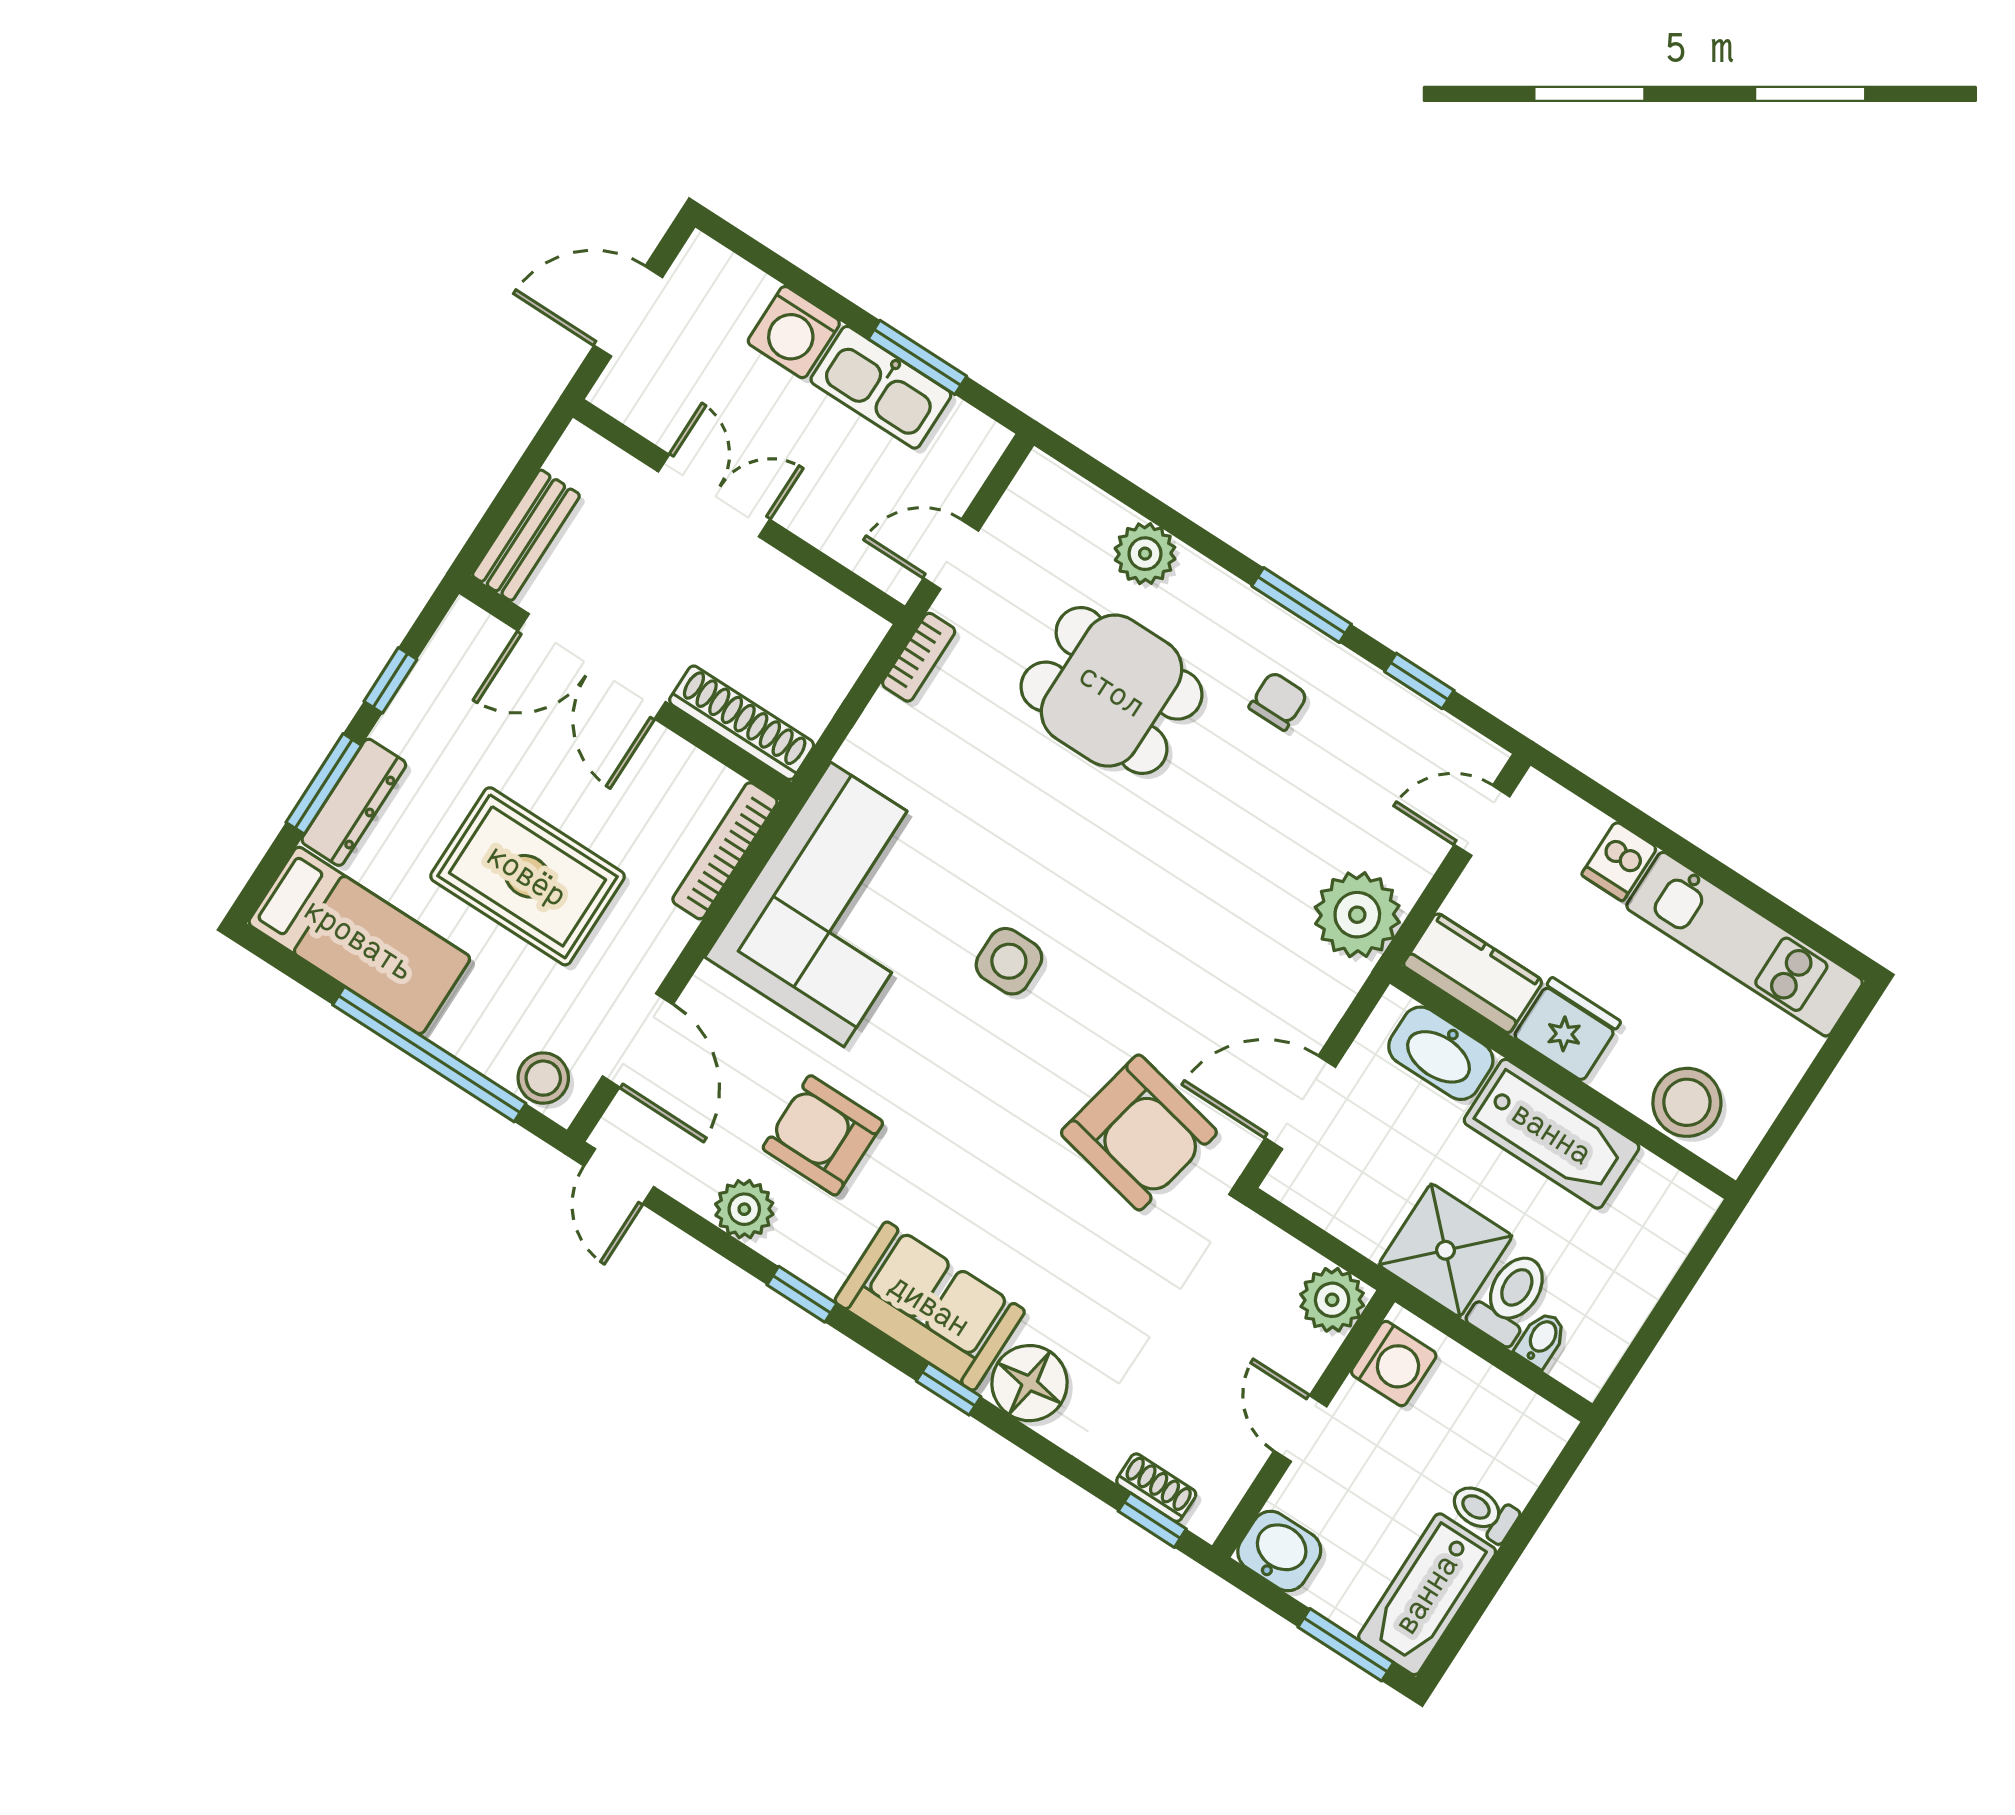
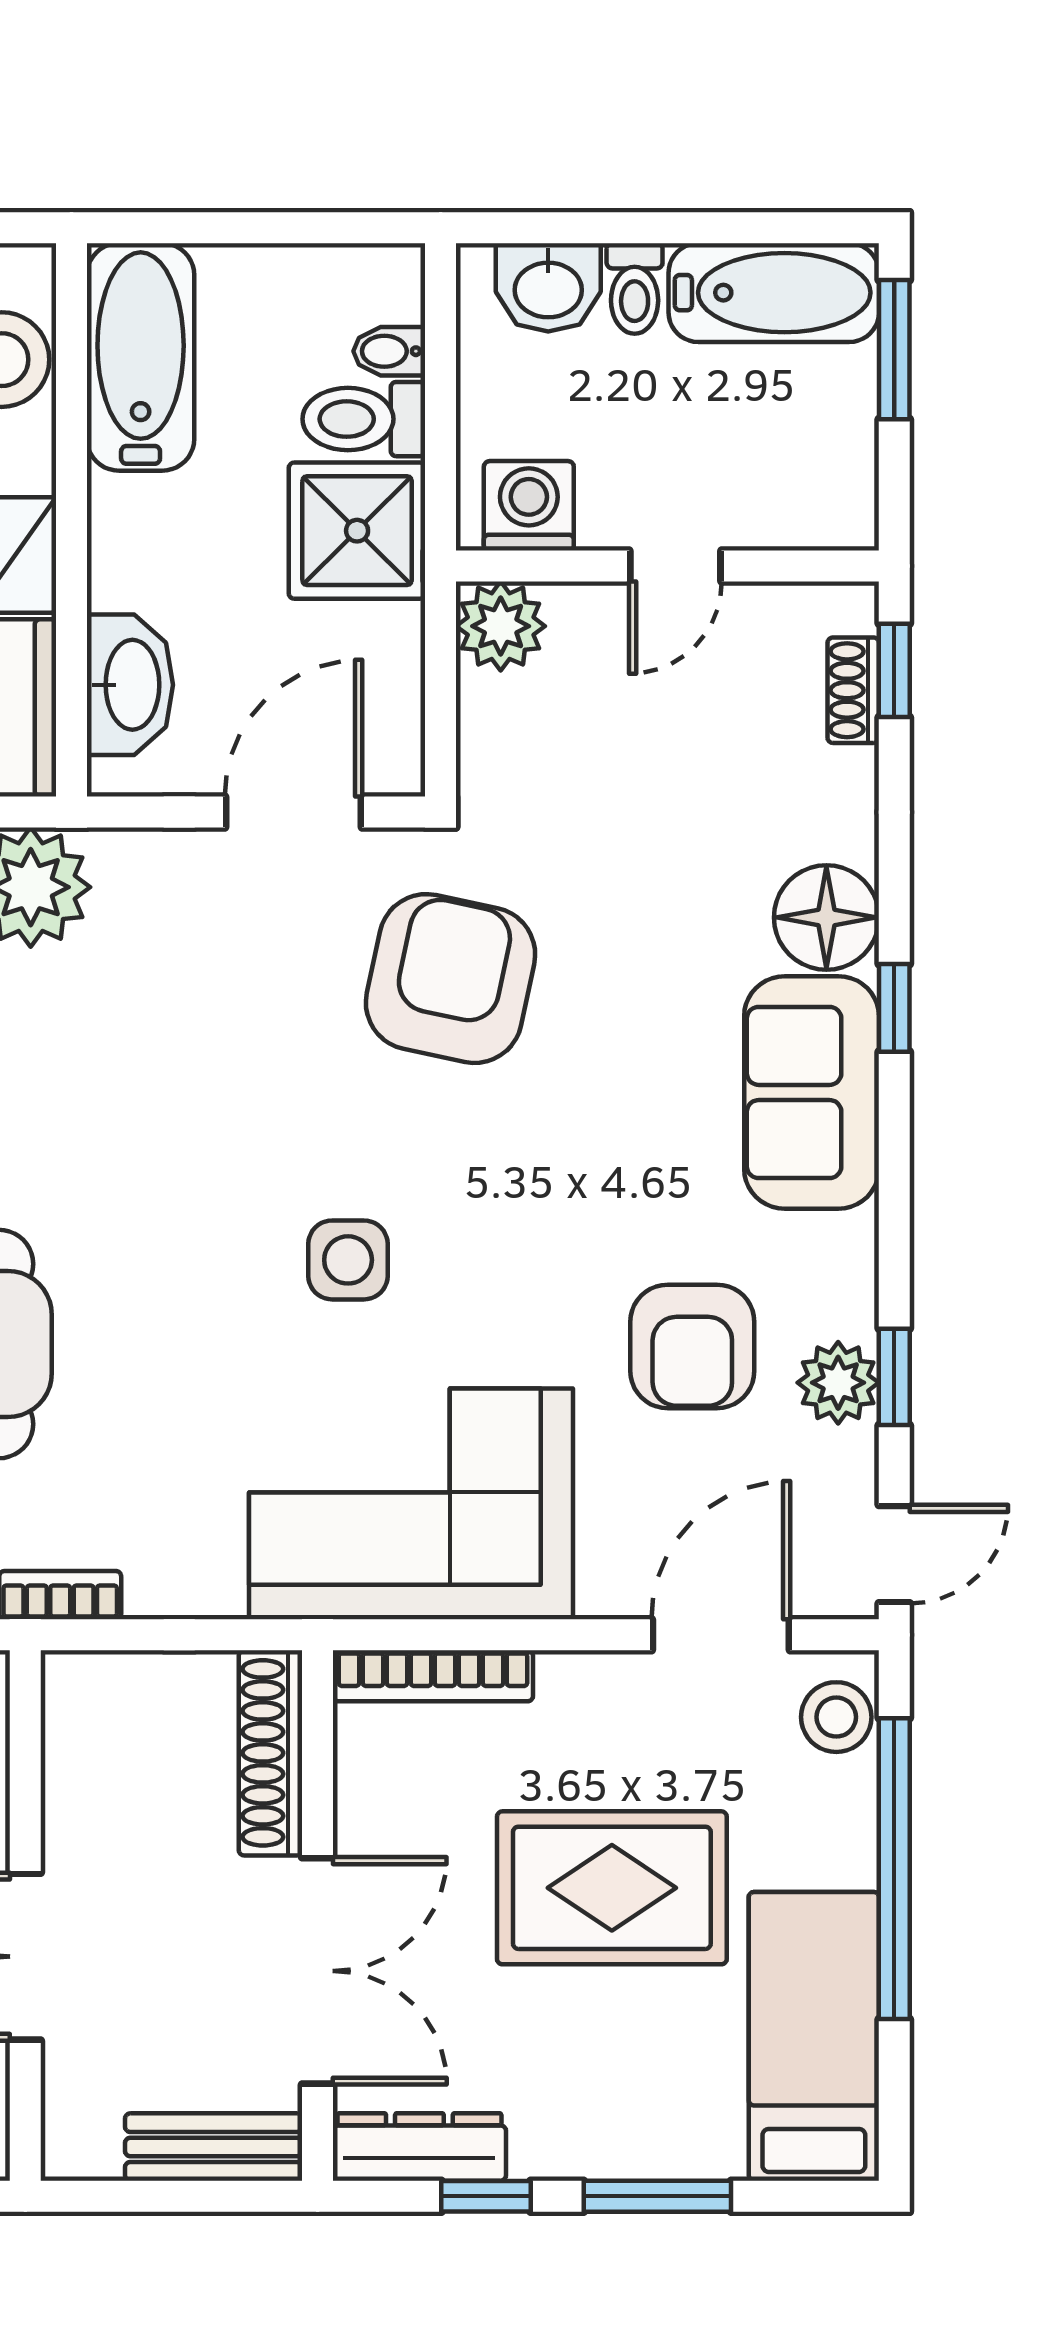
dresser: (354, 802) -> (419, 2147), moved
rug: (527, 876) -> (612, 1888), turned 90
door: (1300, 1102) -> (294, 812), swing flipped
bathtub: (1552, 1134) -> (141, 357), moved
window: (802, 1294) -> (894, 1377), moved
washbasin: (1279, 1551) -> (548, 287), moved, turned -90

